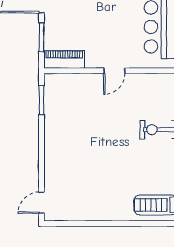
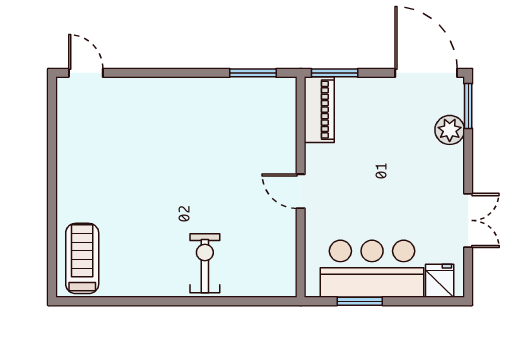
window: (42, 37) -> (335, 73), moved

